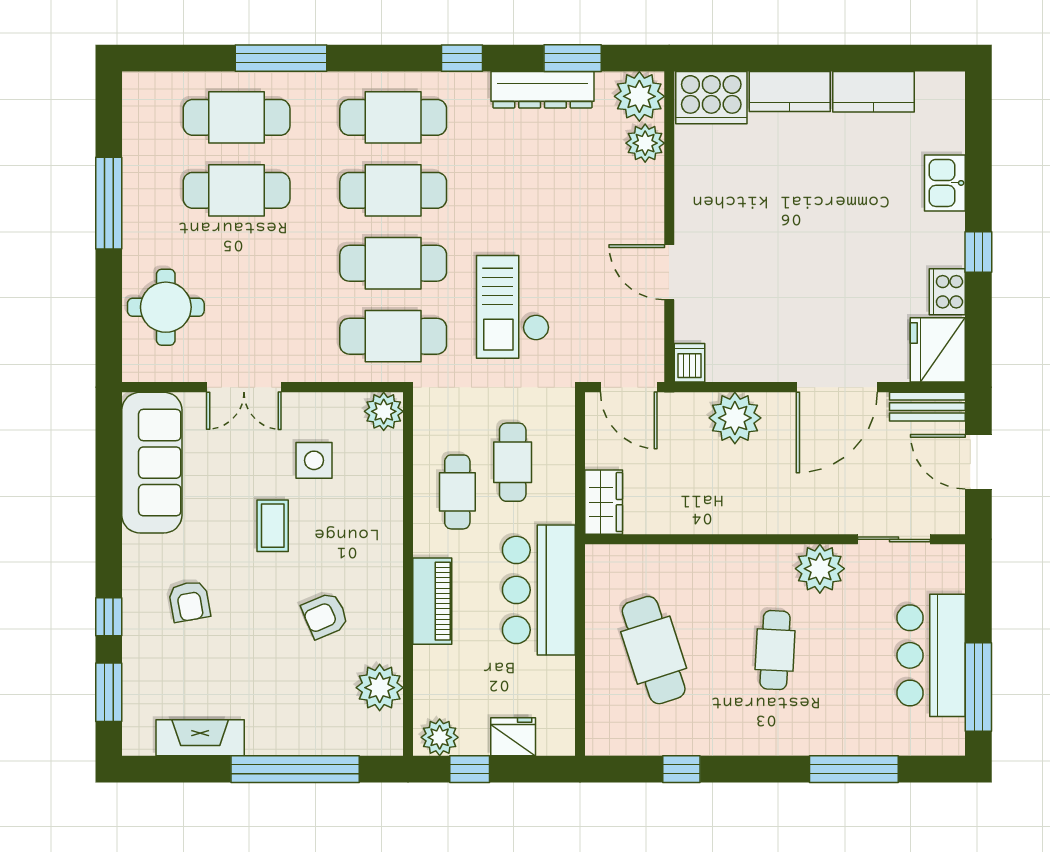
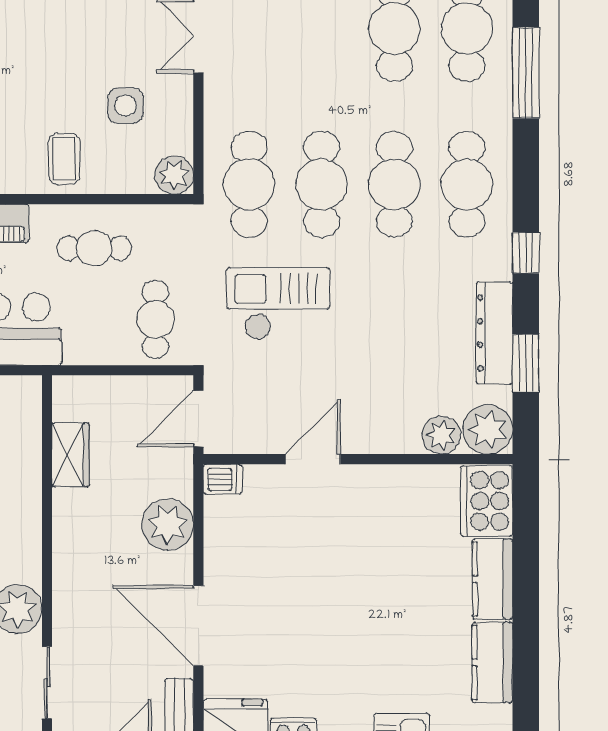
cafe table: (513, 462) -> (155, 319), moved, turned 90
wardrobe: (604, 502) -> (71, 455), moved, turned -90
coffee table: (273, 526) -> (64, 159), moved, turned 90

